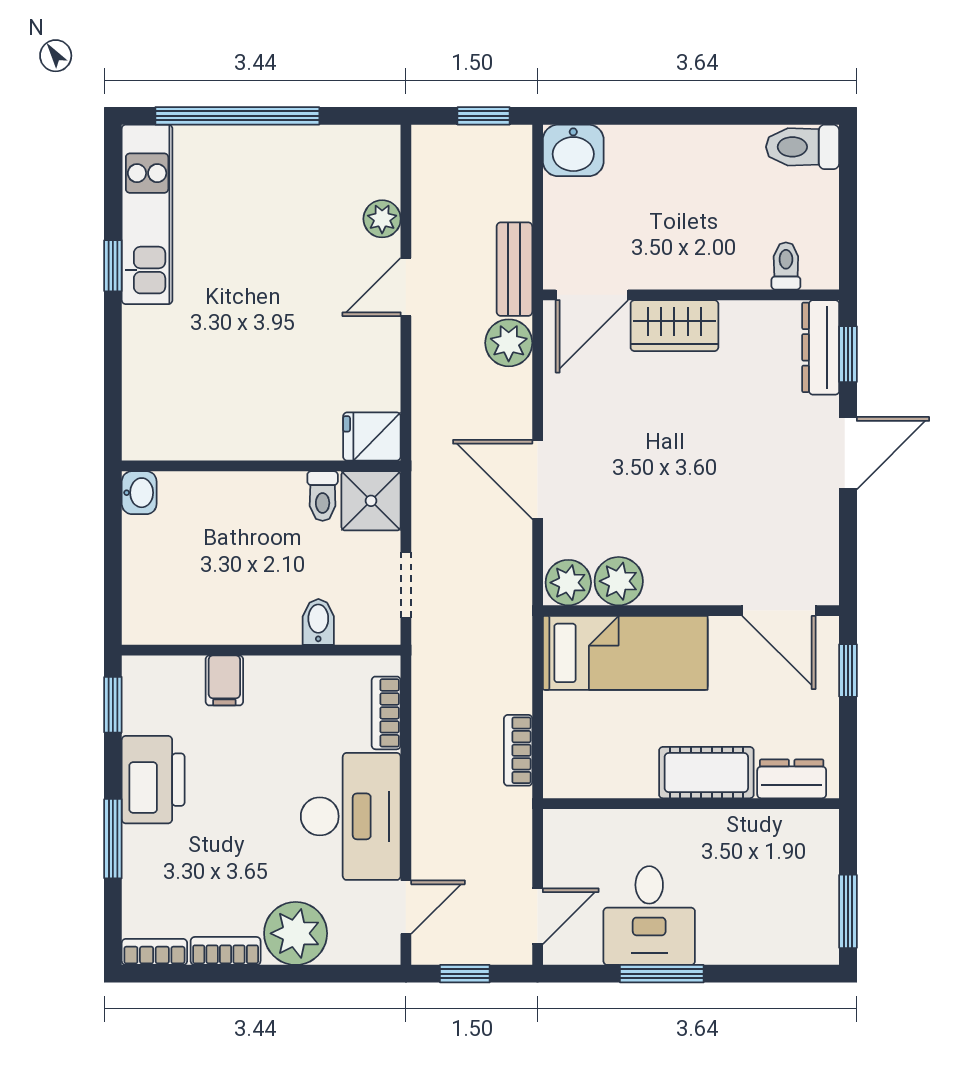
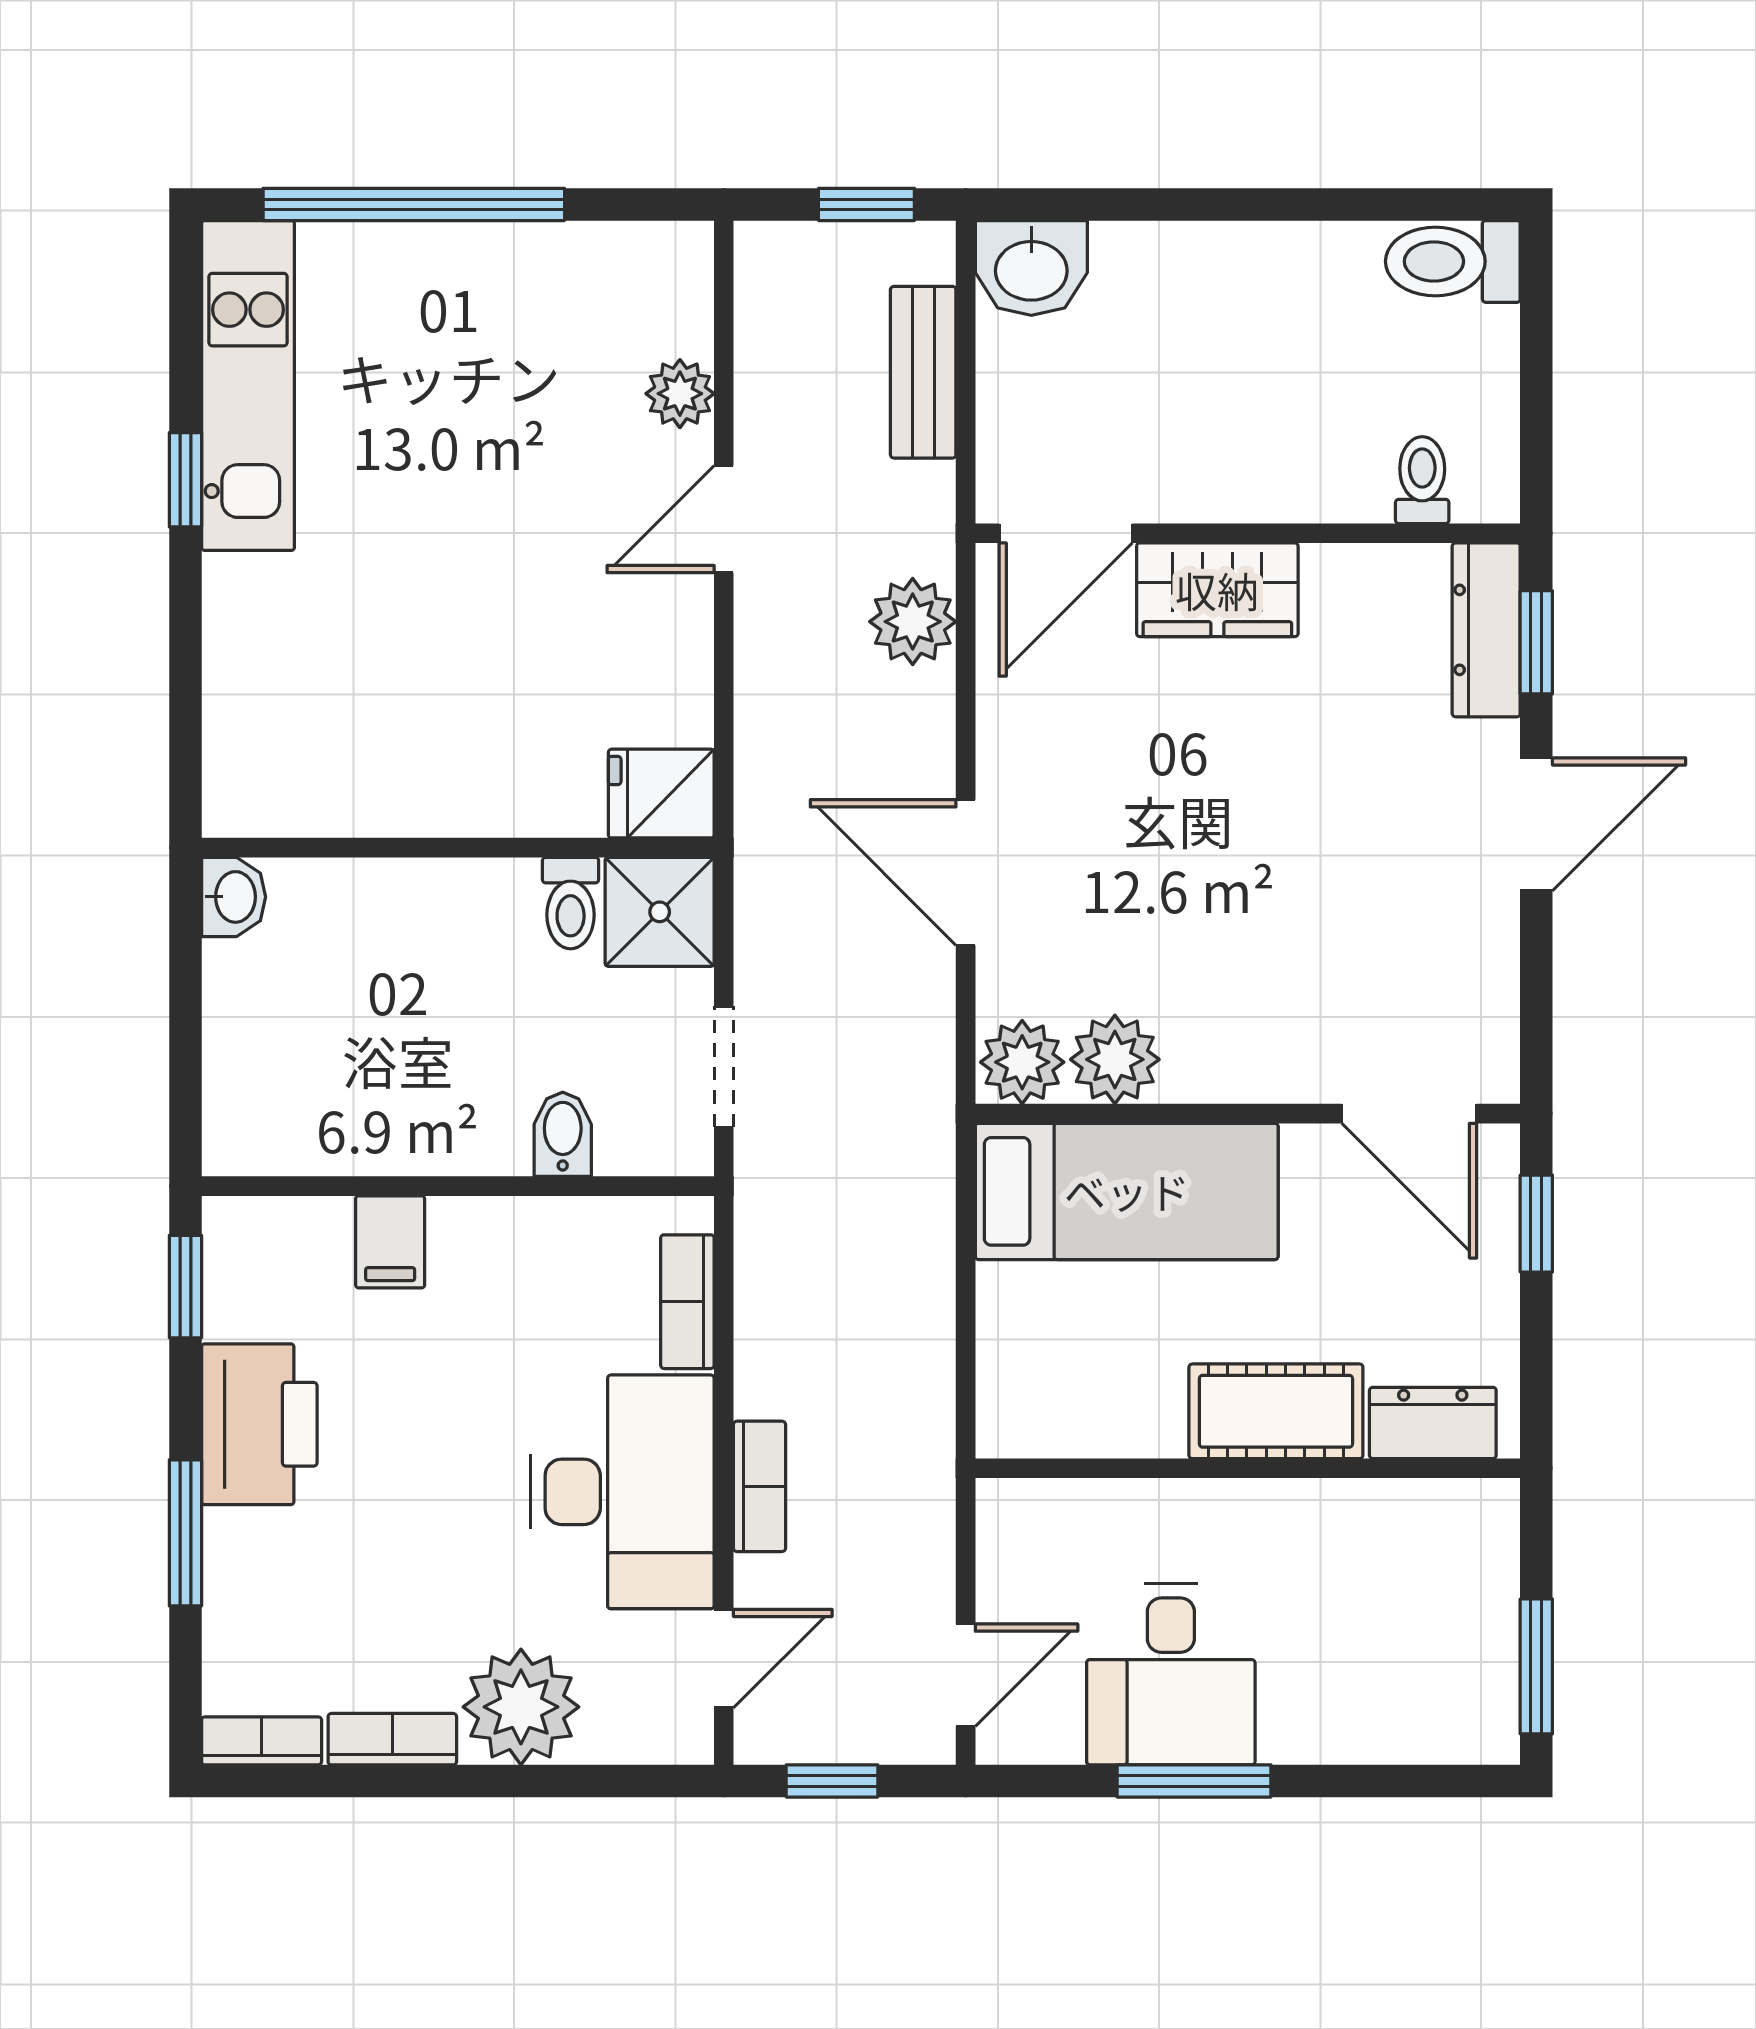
bench: (514, 269) -> (923, 372), moved
bookcase: (518, 750) -> (760, 1486), moved, turned 180

